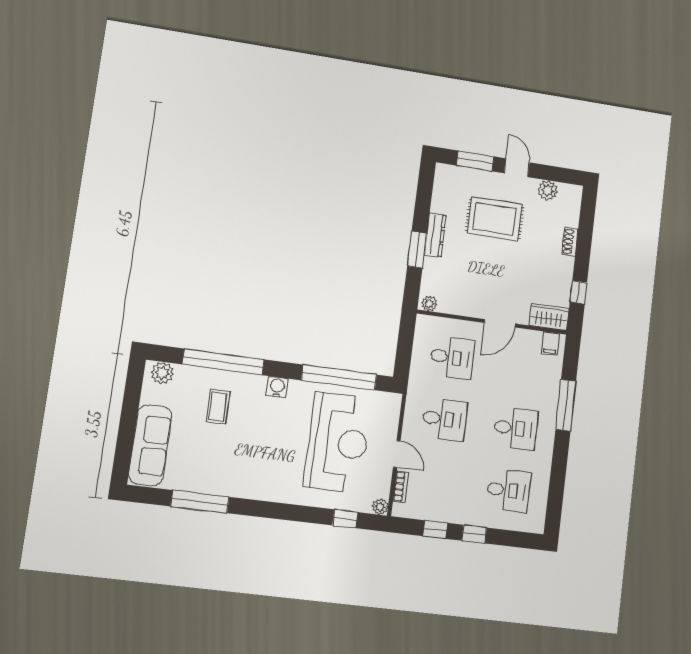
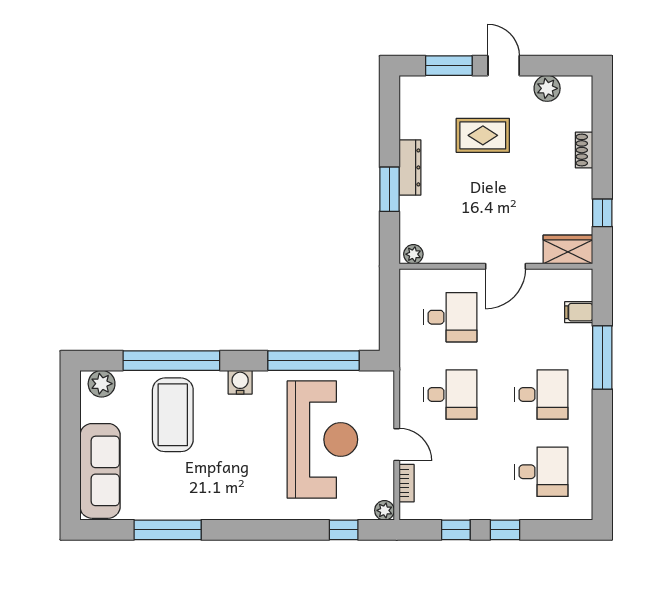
rug: (495, 219) -> (483, 135), width x0.73, depth x0.70
filing cabinet: (550, 344) -> (579, 312), moved, turned 90
coffee table: (218, 406) -> (173, 415), width x1.86, depth x1.72

